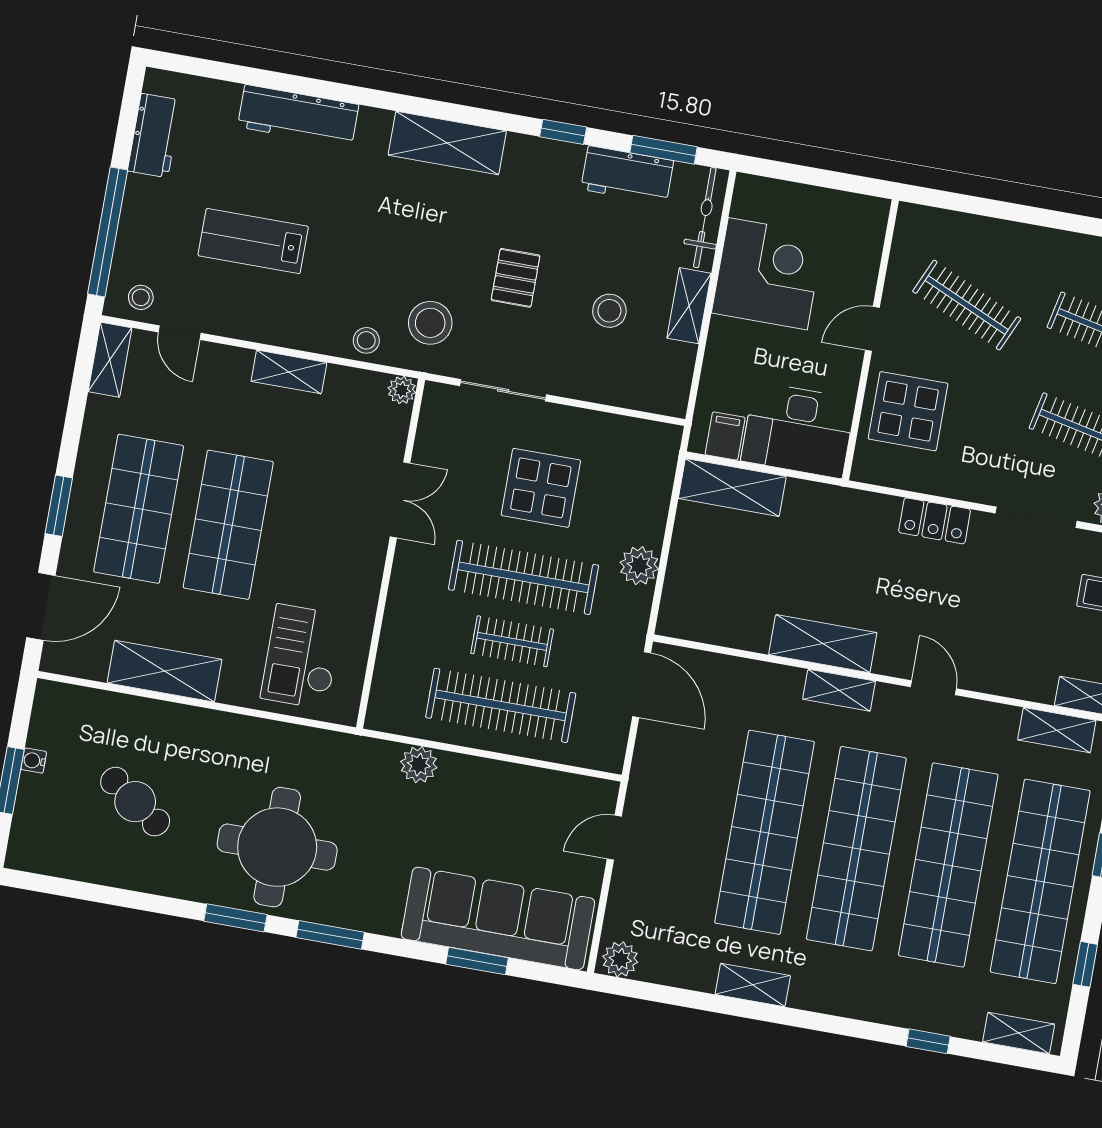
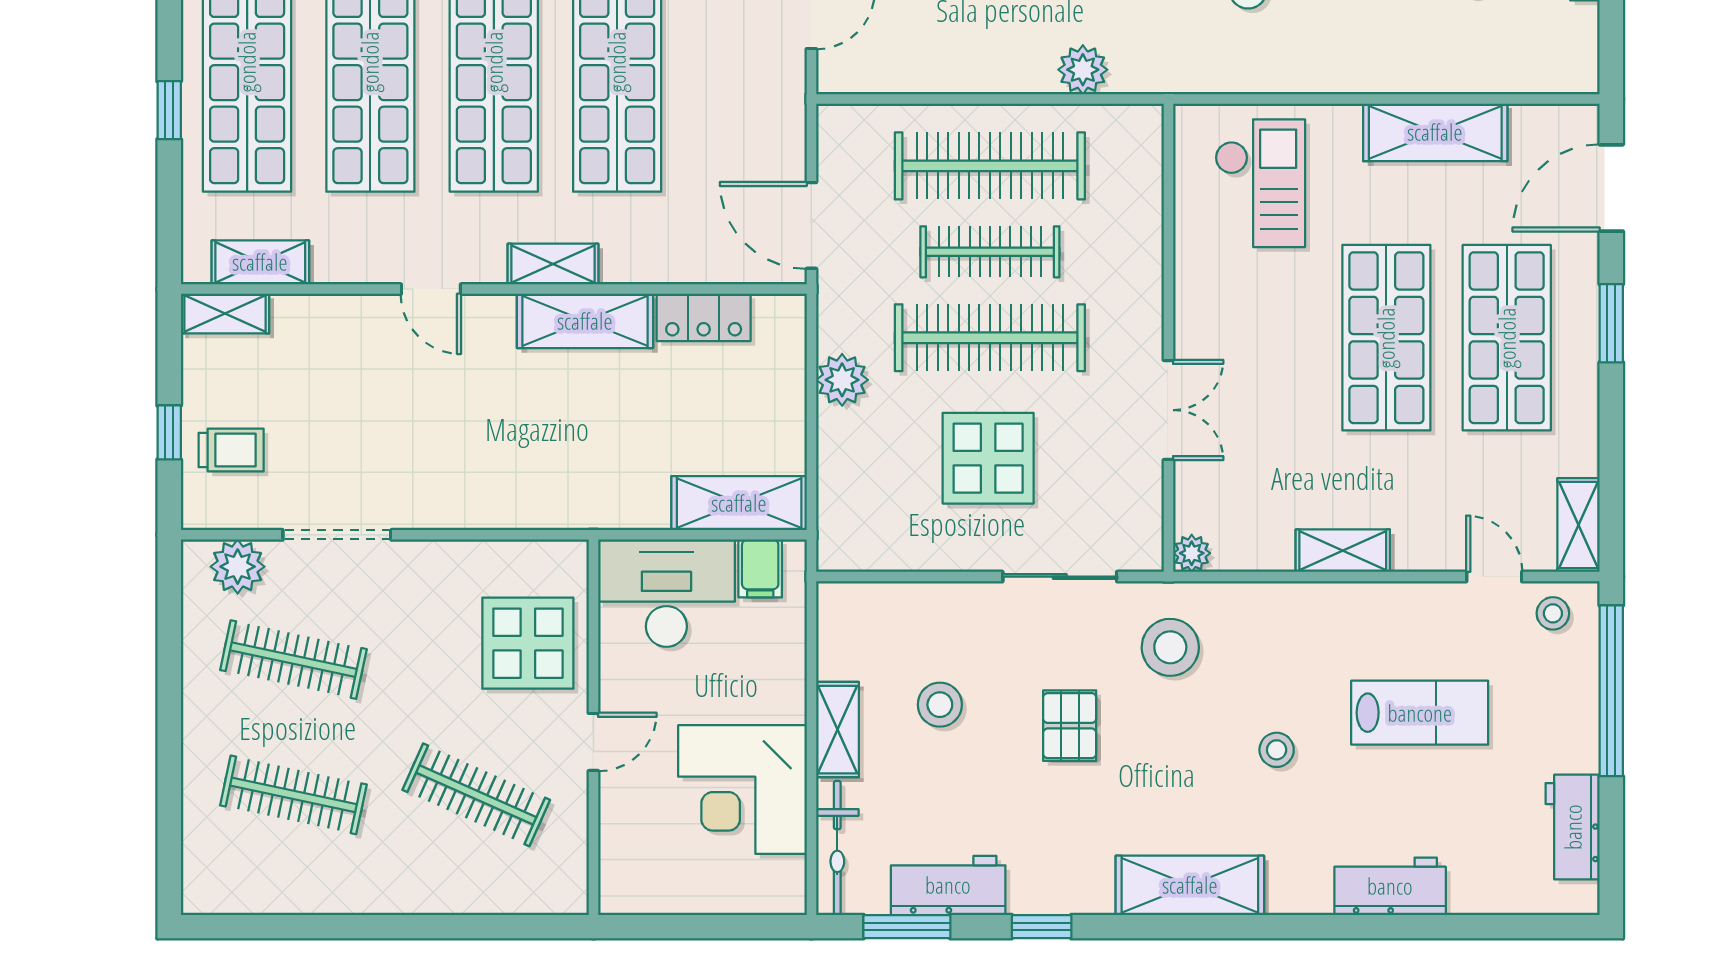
workbench: (298, 116) -> (1390, 886), width x0.73
stool: (366, 340) -> (1277, 750), moved
double door: (400, 500) -> (1168, 410), swing flipped
locker: (935, 521) -> (704, 317), moved, turned 180
clothes rail: (512, 641) -> (990, 252), width x1.36

